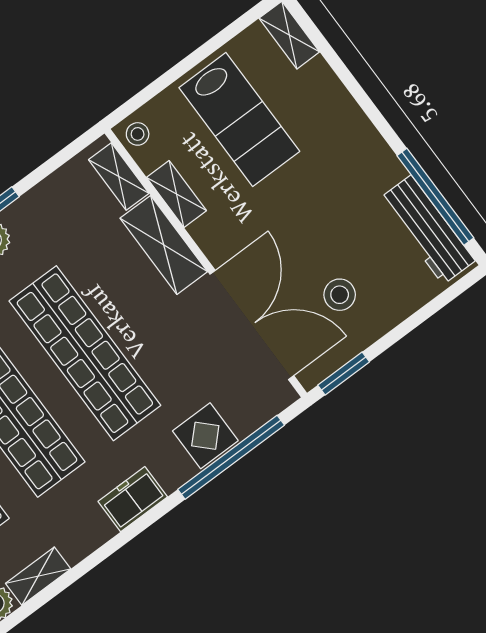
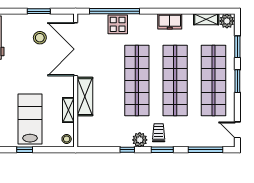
window: (204, 51) -> (25, 150), added
shelving: (119, 176) -> (83, 130), removed
window: (344, 373) -> (39, 11), moved
freezer: (133, 499) -> (170, 21), moved

